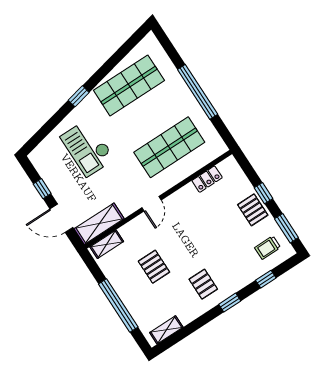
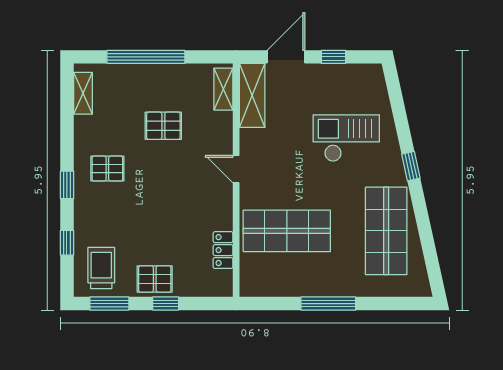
window: (198, 92) -> (328, 304), width x0.68
shop shelf: (169, 147) -> (287, 231), turned 90
trolley: (268, 248) -> (101, 268), width x1.36, depth x1.39

